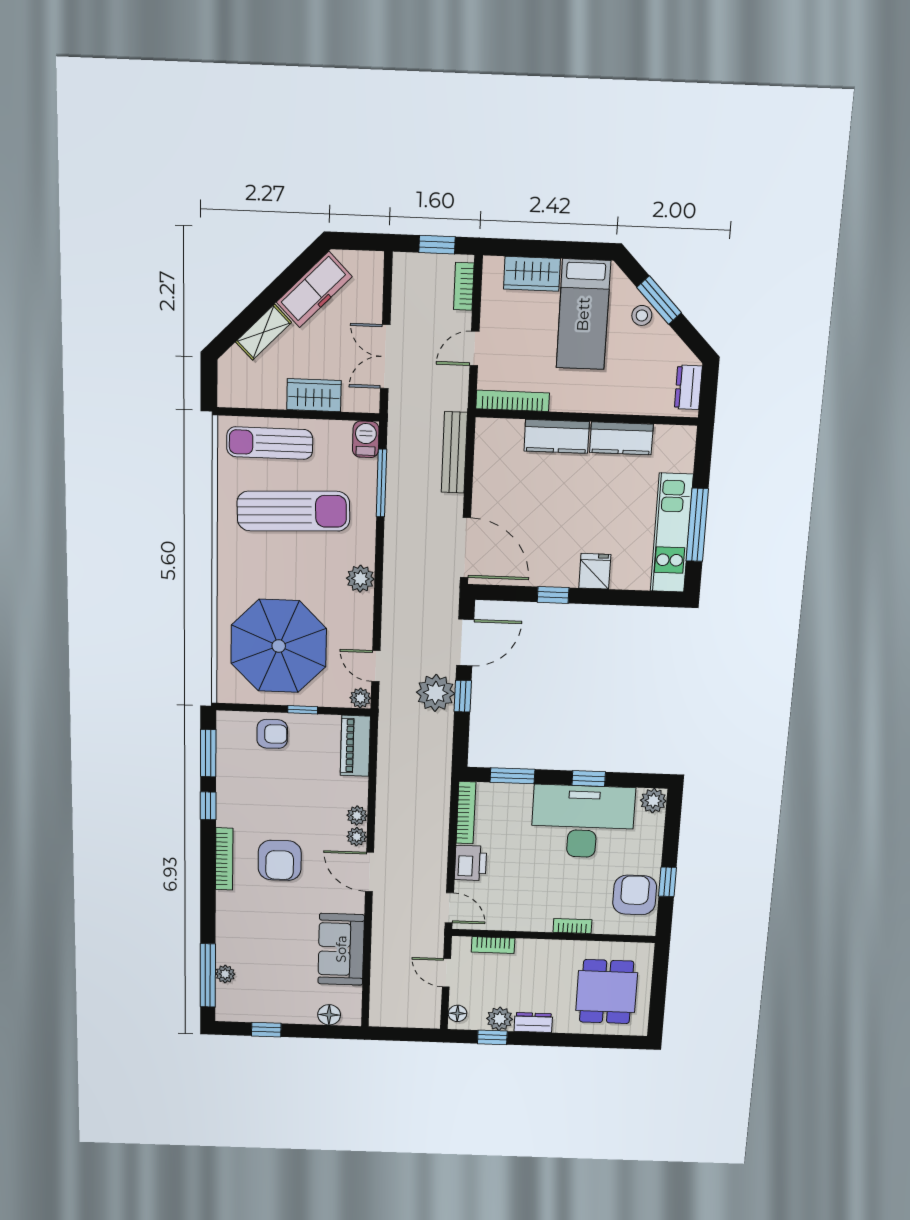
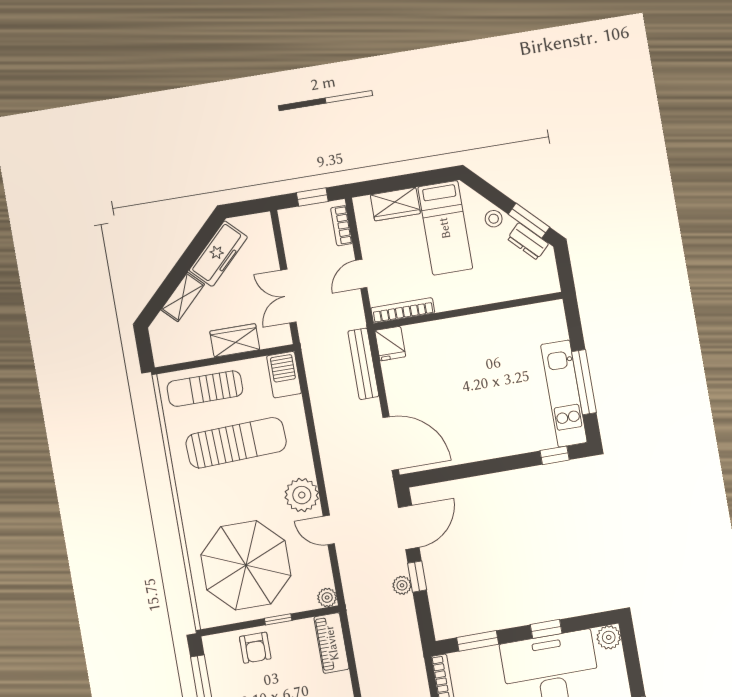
window: (659, 300) -> (529, 221), moved
dresser: (688, 387) -> (528, 241), moved, turned -45
kitchen counter: (557, 436) -> (447, 332), removed
kitchen counter: (621, 438) -> (501, 322), removed
barbecue: (366, 439) -> (284, 375), width x1.38, depth x1.27
window: (381, 483) -> (307, 403), removed
fridge: (595, 571) -> (390, 344), moved, turned 180
plant: (360, 579) -> (302, 495), width x1.36, depth x1.36
window: (553, 595) -> (555, 455), moved
door: (376, 666) -> (329, 530), moved
plant: (436, 693) -> (402, 585), width x0.53, depth x0.53
armchair: (272, 734) -> (255, 648), turned 90

